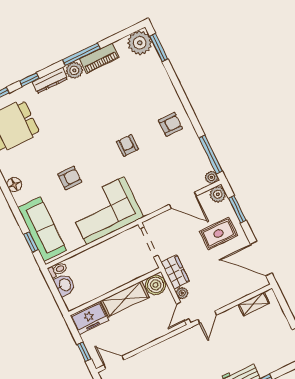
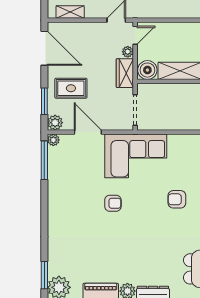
armchair: (170, 124) -> (67, 203), removed
armchair: (127, 145) -> (113, 203), turned -90
corner sofa: (105, 211) -> (136, 156), moved

